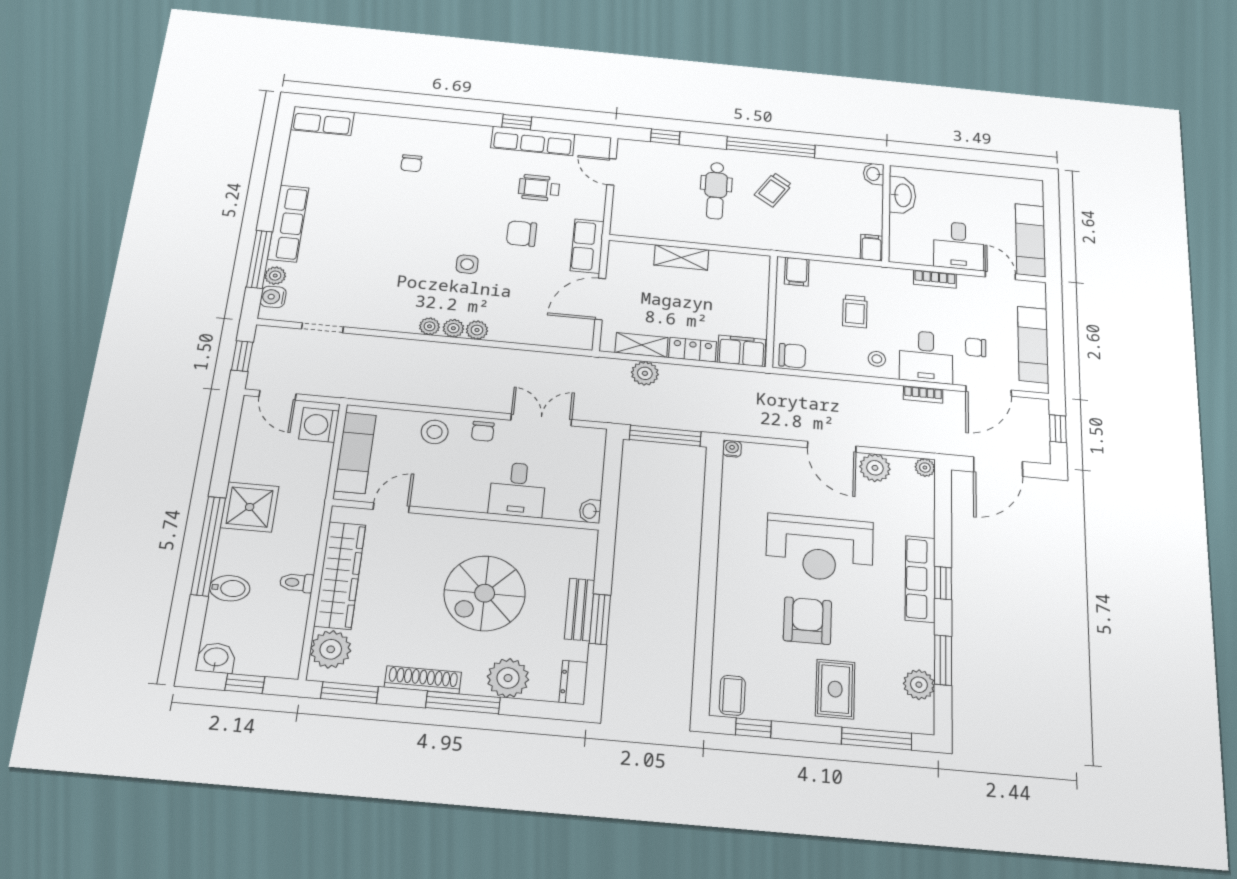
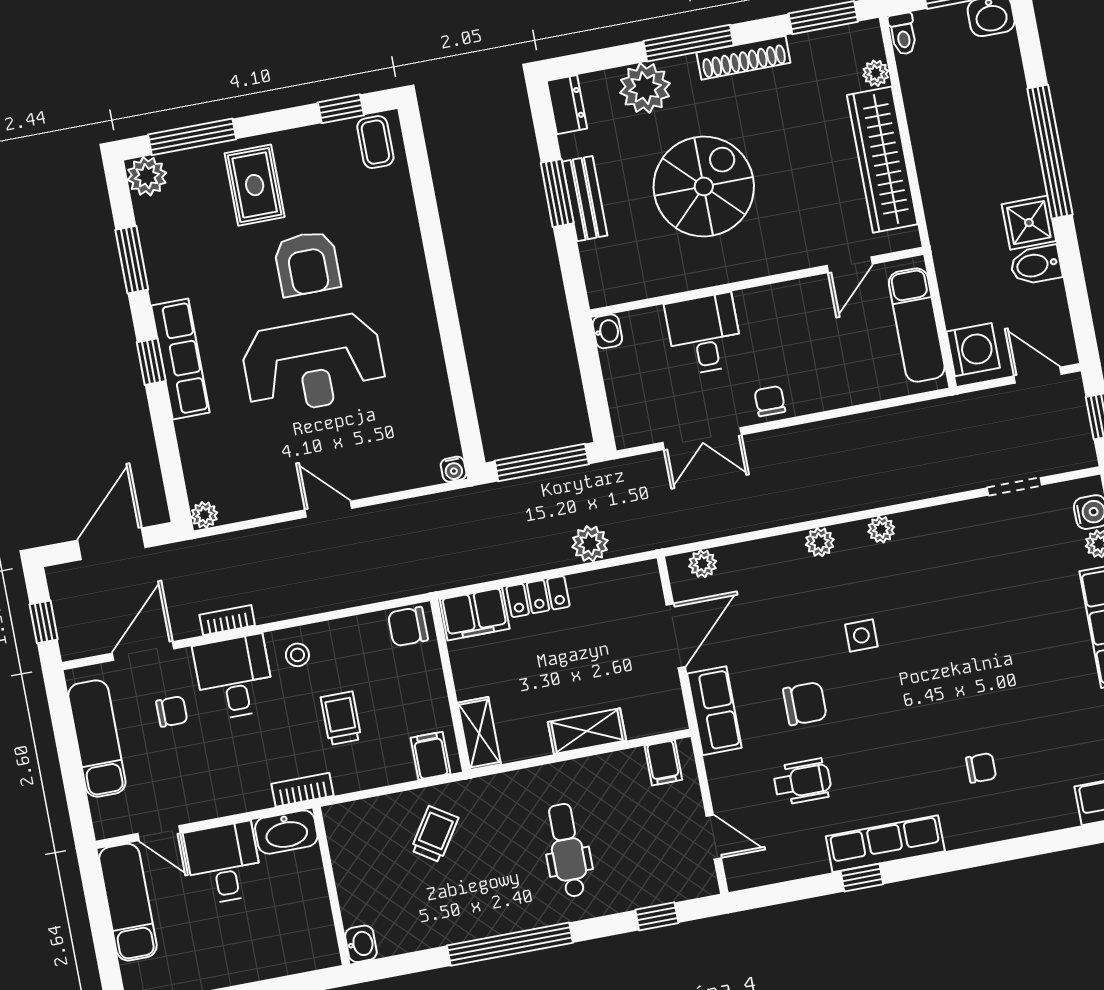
row of seats: (533, 141) -> (885, 844), moved
chair: (411, 163) -> (981, 768), turned 90
trolley: (773, 190) -> (435, 834), moved
washbasin: (902, 195) -> (286, 832), moved, turned -90
filing cabinet: (872, 248) -> (663, 763), moved
bookcase: (935, 279) -> (303, 790), moved
plant: (453, 328) -> (703, 564), moved
shelving: (642, 345) -> (479, 733), moved, turned 90
stool: (435, 432) -> (829, 382), removed
door: (832, 447) -> (328, 509), width x0.73
plant: (875, 468) -> (268, 496), removed
shower: (250, 507) -> (1029, 223), width x0.73, depth x0.73
reception desk: (820, 548) -> (313, 364), turned 180
toilet: (297, 583) -> (903, 34), moved, turned 90
bidet: (230, 588) -> (1036, 265), moved
plant: (331, 649) -> (876, 73), width x0.53, depth x0.53
plant: (919, 685) -> (147, 176), moved

